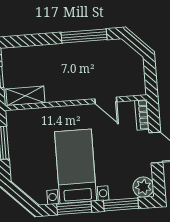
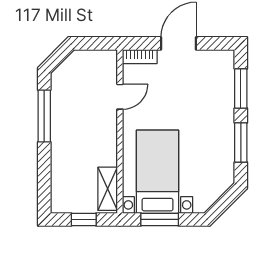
bed with nightstands: (76, 166) -> (157, 172), moved, turned 90
plant: (143, 187) -> (223, 61), removed

